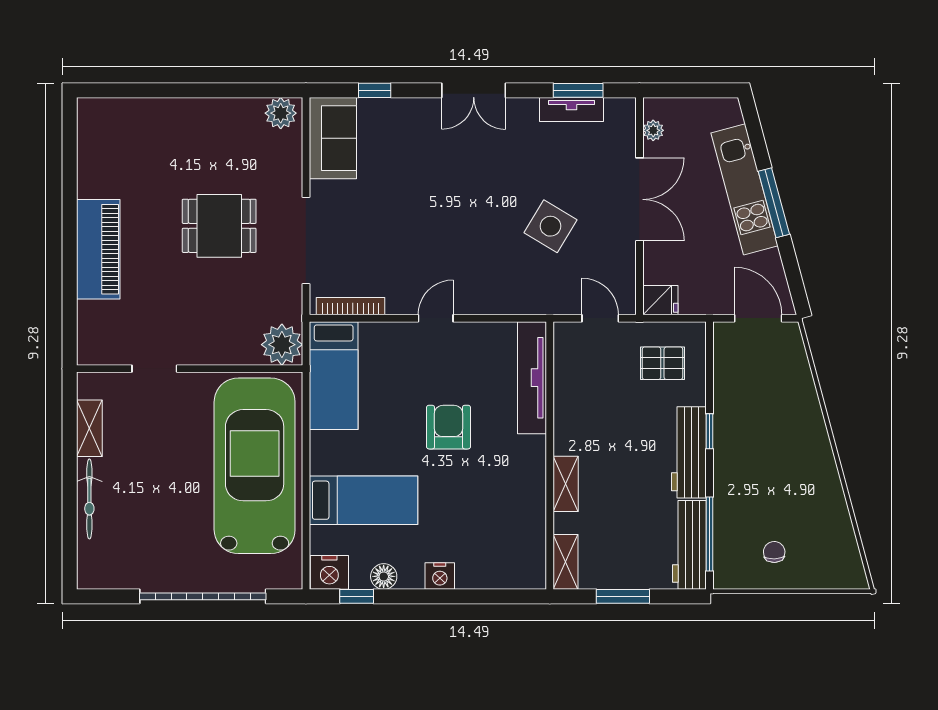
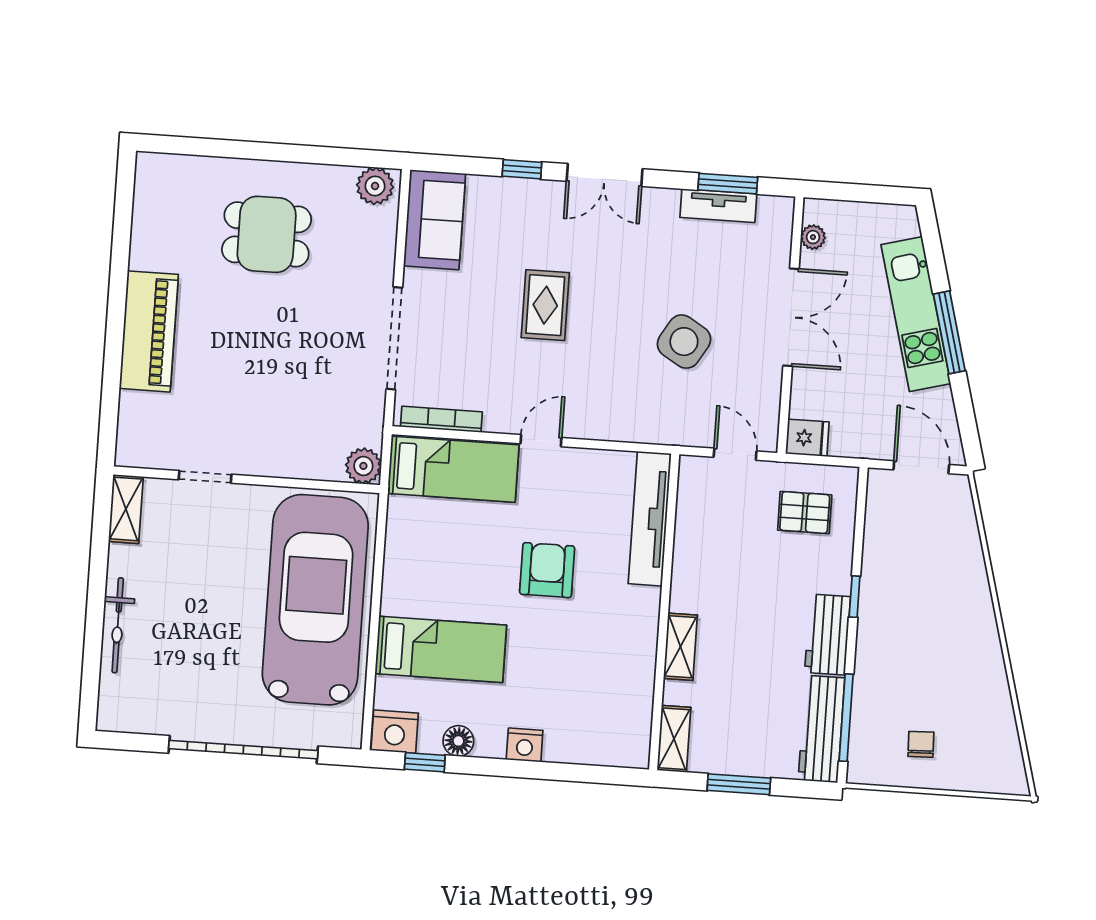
window: (375, 90) -> (522, 169), moved
rug: (431, 204) -> (545, 305), added
dining table: (219, 226) -> (267, 234), moved
plant: (282, 345) -> (363, 466), width x0.73, depth x0.73
bed: (334, 376) -> (453, 469), moved, turned -90
shelving: (89, 428) -> (126, 509), moved
workbench: (689, 452) -> (828, 635), width x0.73

